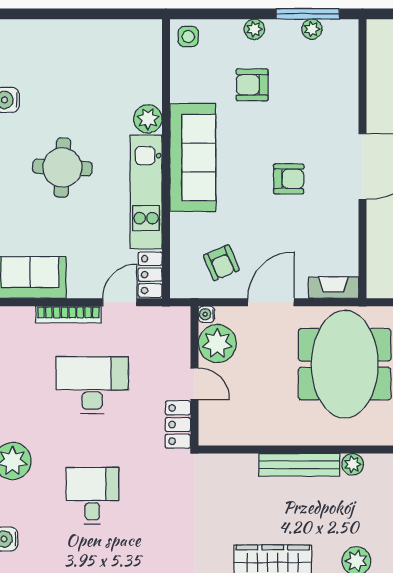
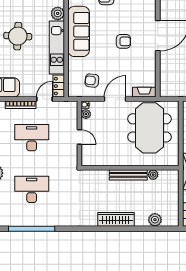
armchair: (221, 263) -> (92, 81), turned 119
plant: (217, 344) -> (86, 114), width x0.53, depth x0.53
locker: (178, 425) -> (72, 156), removed
desk: (92, 496) -> (32, 189), width x1.37

